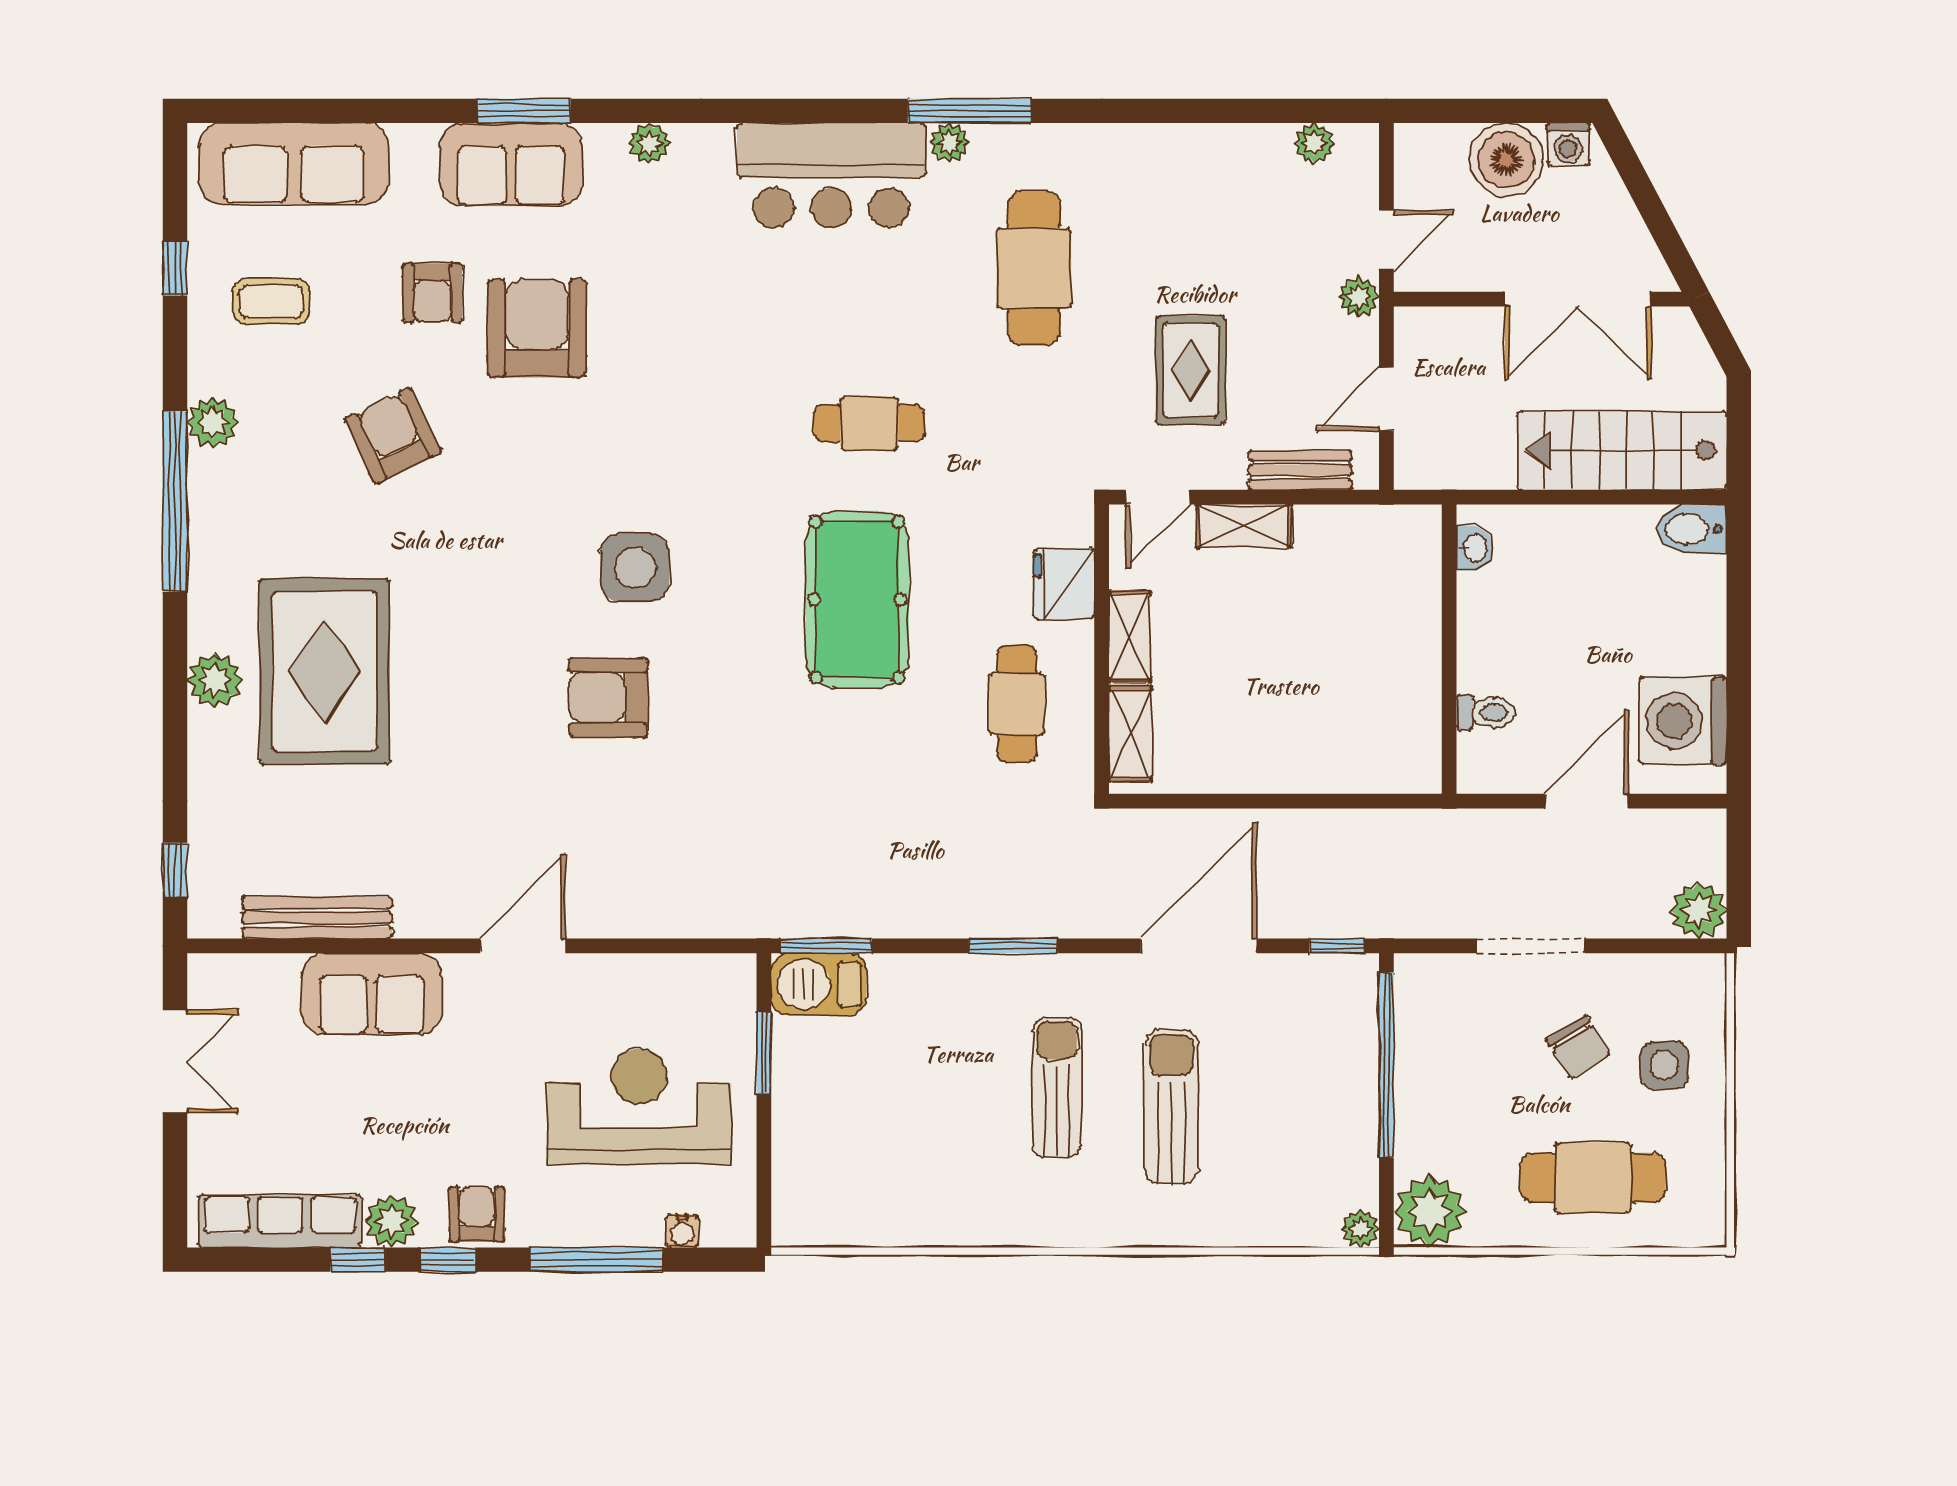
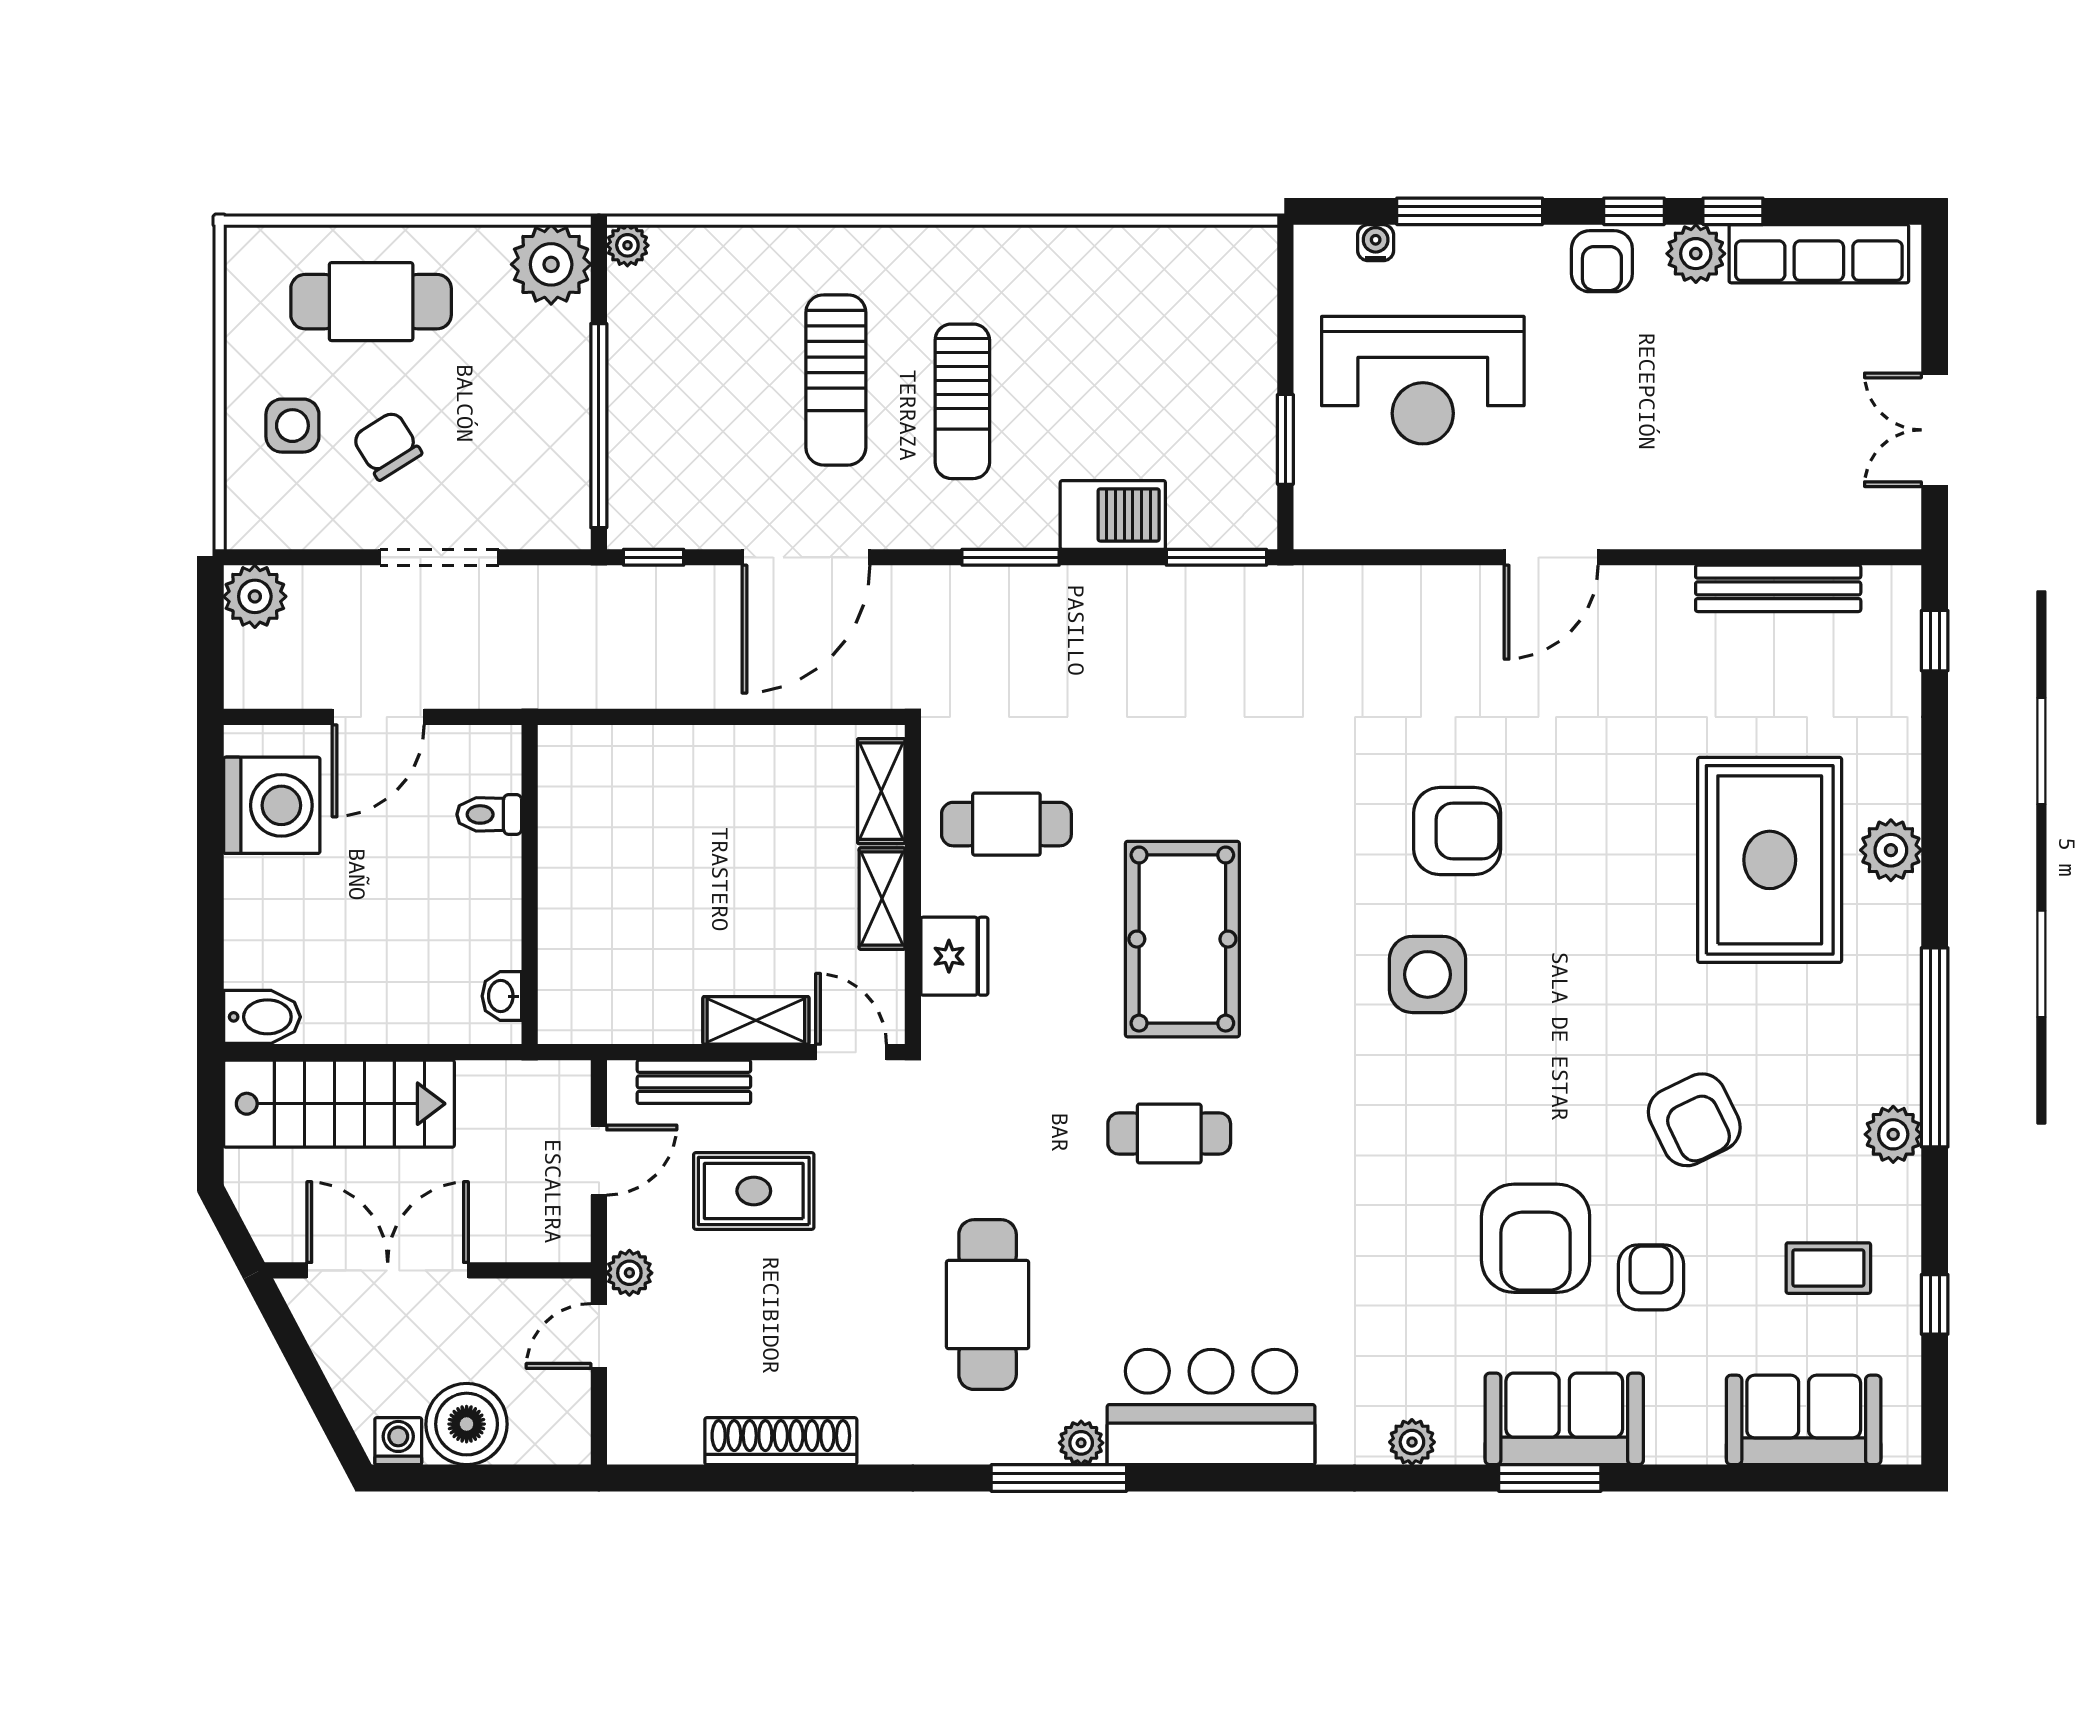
plant: (1314, 143) -> (678, 1442), removed
shoe rack: (1221, 144) -> (781, 1441), added
sofa: (294, 164) -> (1804, 1420), width x0.73
rug: (1191, 370) -> (754, 1191), moved, turned 90
door: (1158, 497) -> (851, 1052), hinge flipped
cafe table: (1017, 704) -> (1006, 824), turned 90
barbecue: (819, 984) -> (1113, 515), moved
sofa: (372, 994) -> (1718, 504), removed

